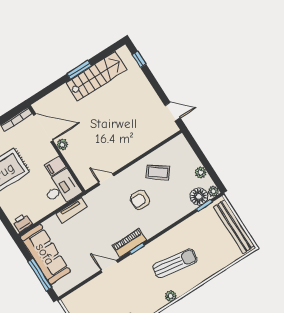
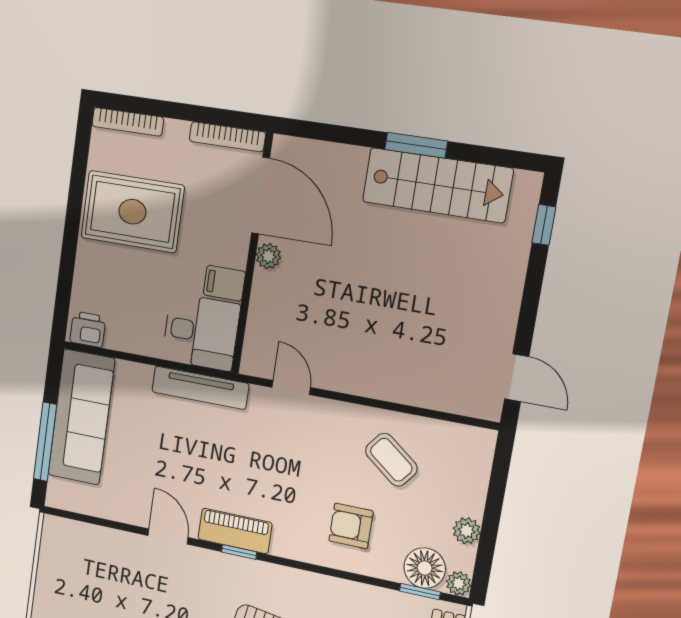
armchair: (140, 200) -> (351, 526), moved
tv unit: (72, 210) -> (200, 388), width x1.41

